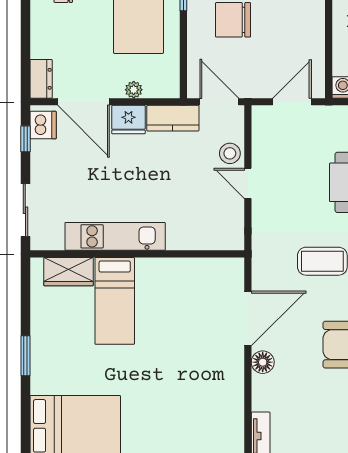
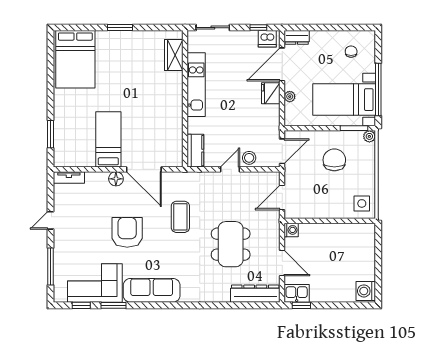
door: (292, 102) -> (282, 197), swing flipped
kitchen counter: (173, 118) -> (195, 151), moved, turned 180
bed: (115, 301) -> (108, 139), moved, turned 90

